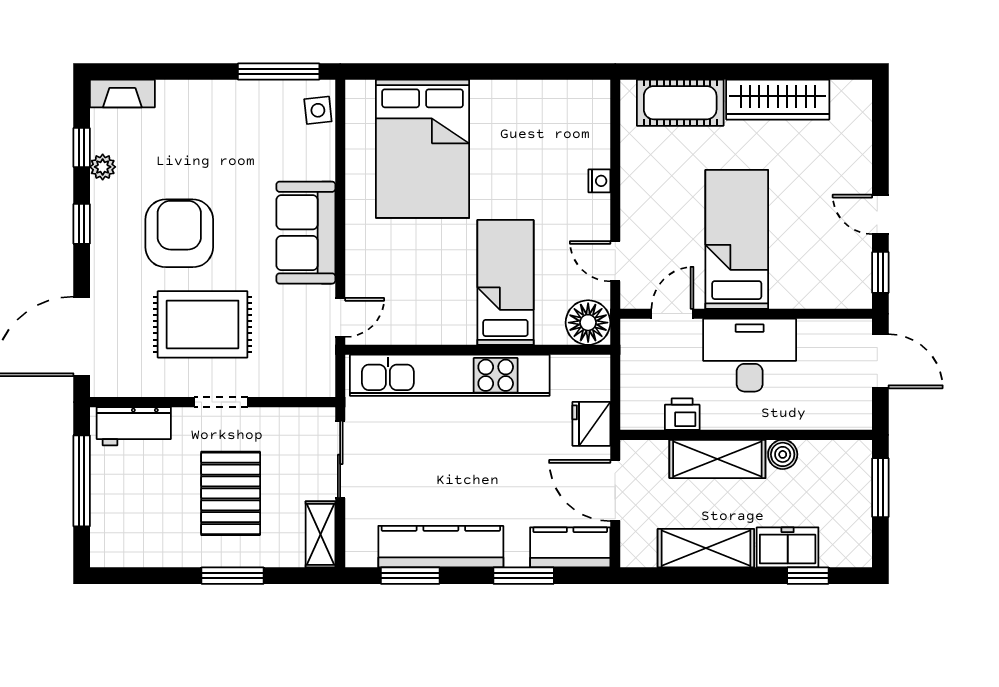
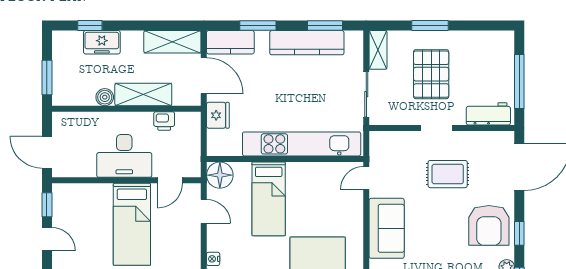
armchair: (179, 233) -> (489, 225), moved
rug: (203, 324) -> (448, 174), width x0.73, depth x0.70
shelving: (706, 548) -> (172, 42), moved

